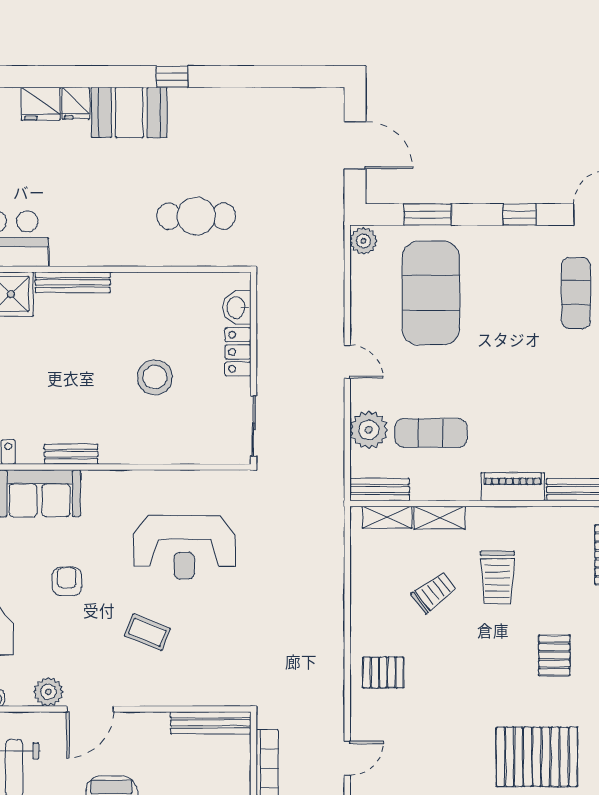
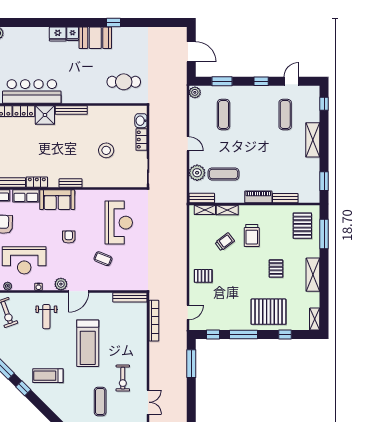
exercise mat: (431, 293) -> (224, 115), width x0.50, depth x0.69
reception desk: (184, 547) -> (119, 223), turned -90

